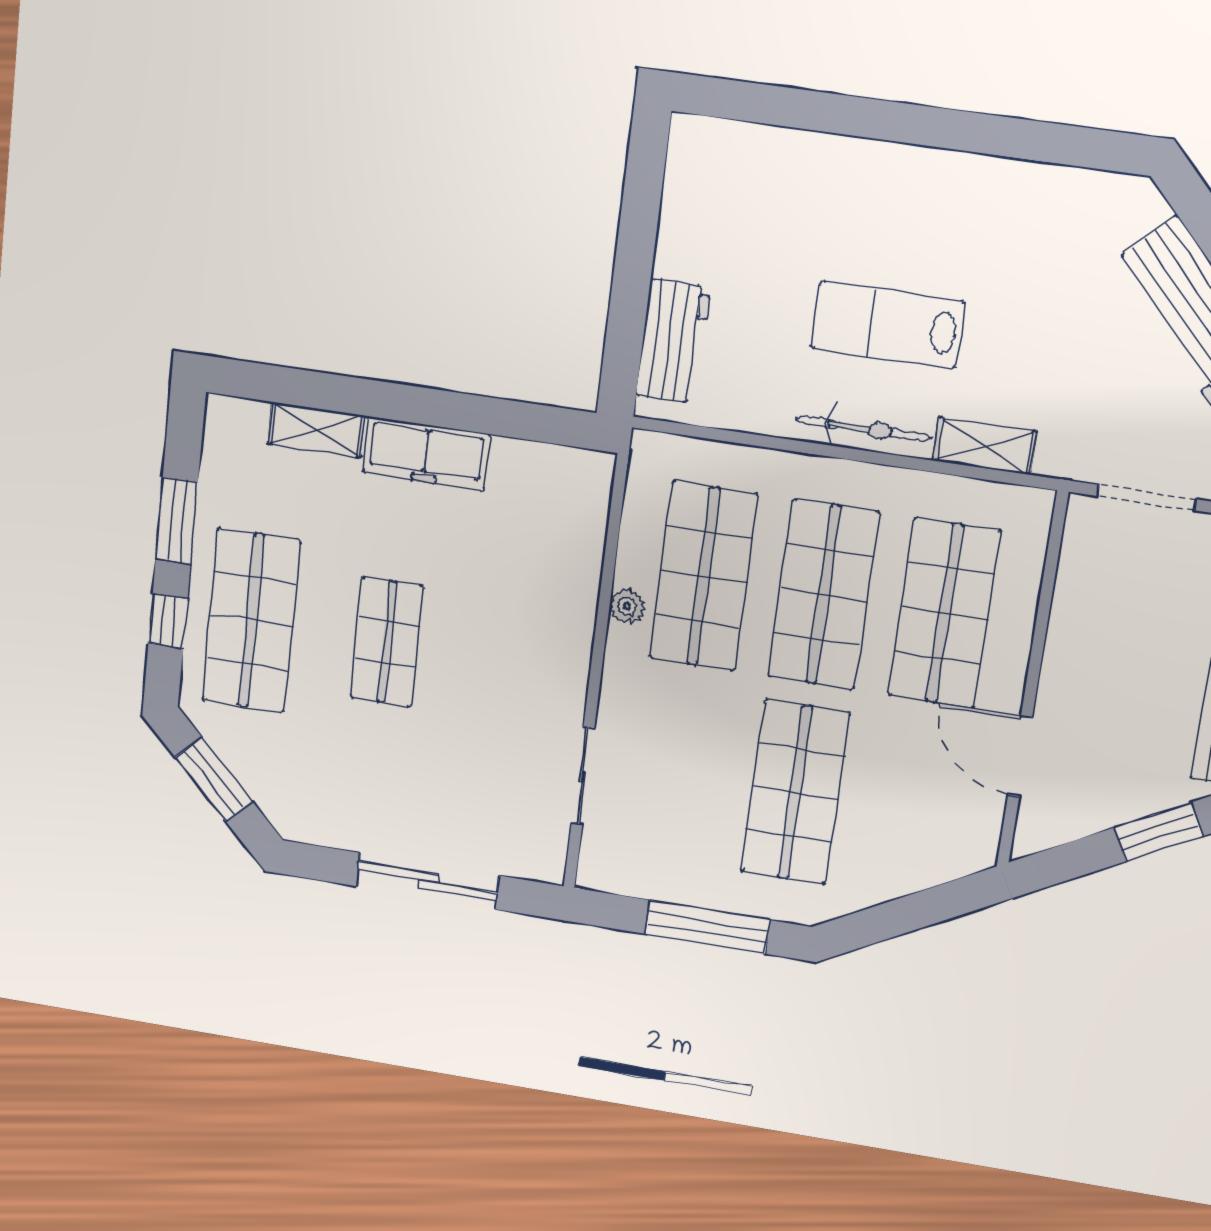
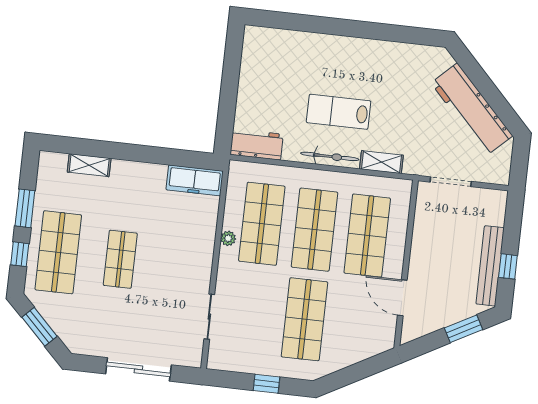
workbench: (673, 341) -> (257, 144), moved, turned -90
freezer: (426, 454) -> (195, 180), moved
window: (707, 927) -> (267, 384), width x0.46

